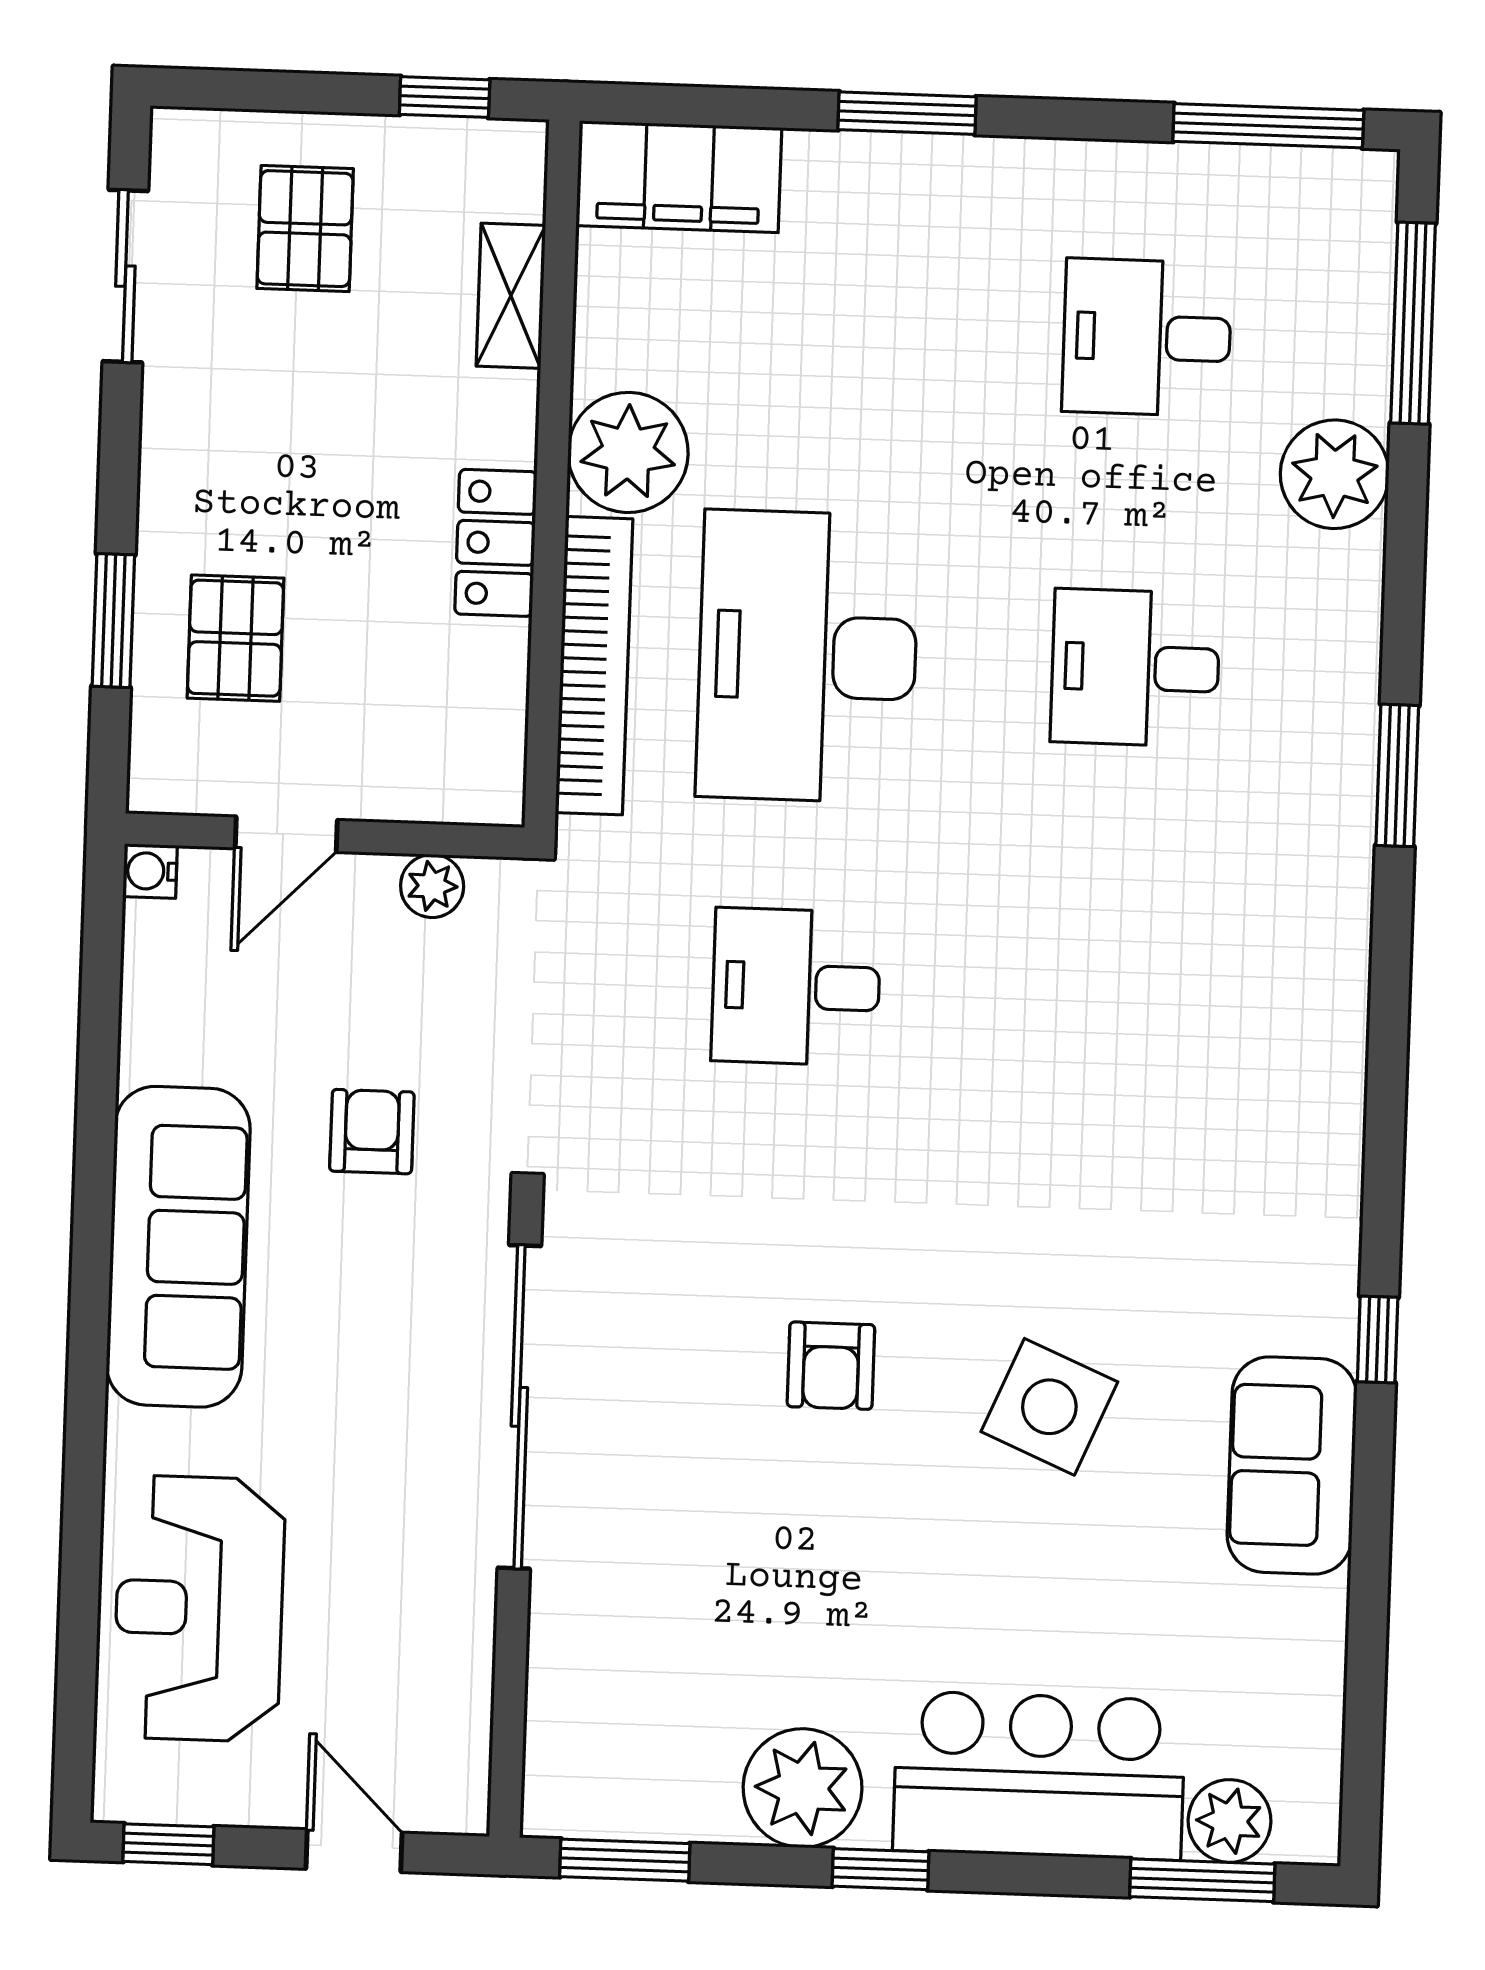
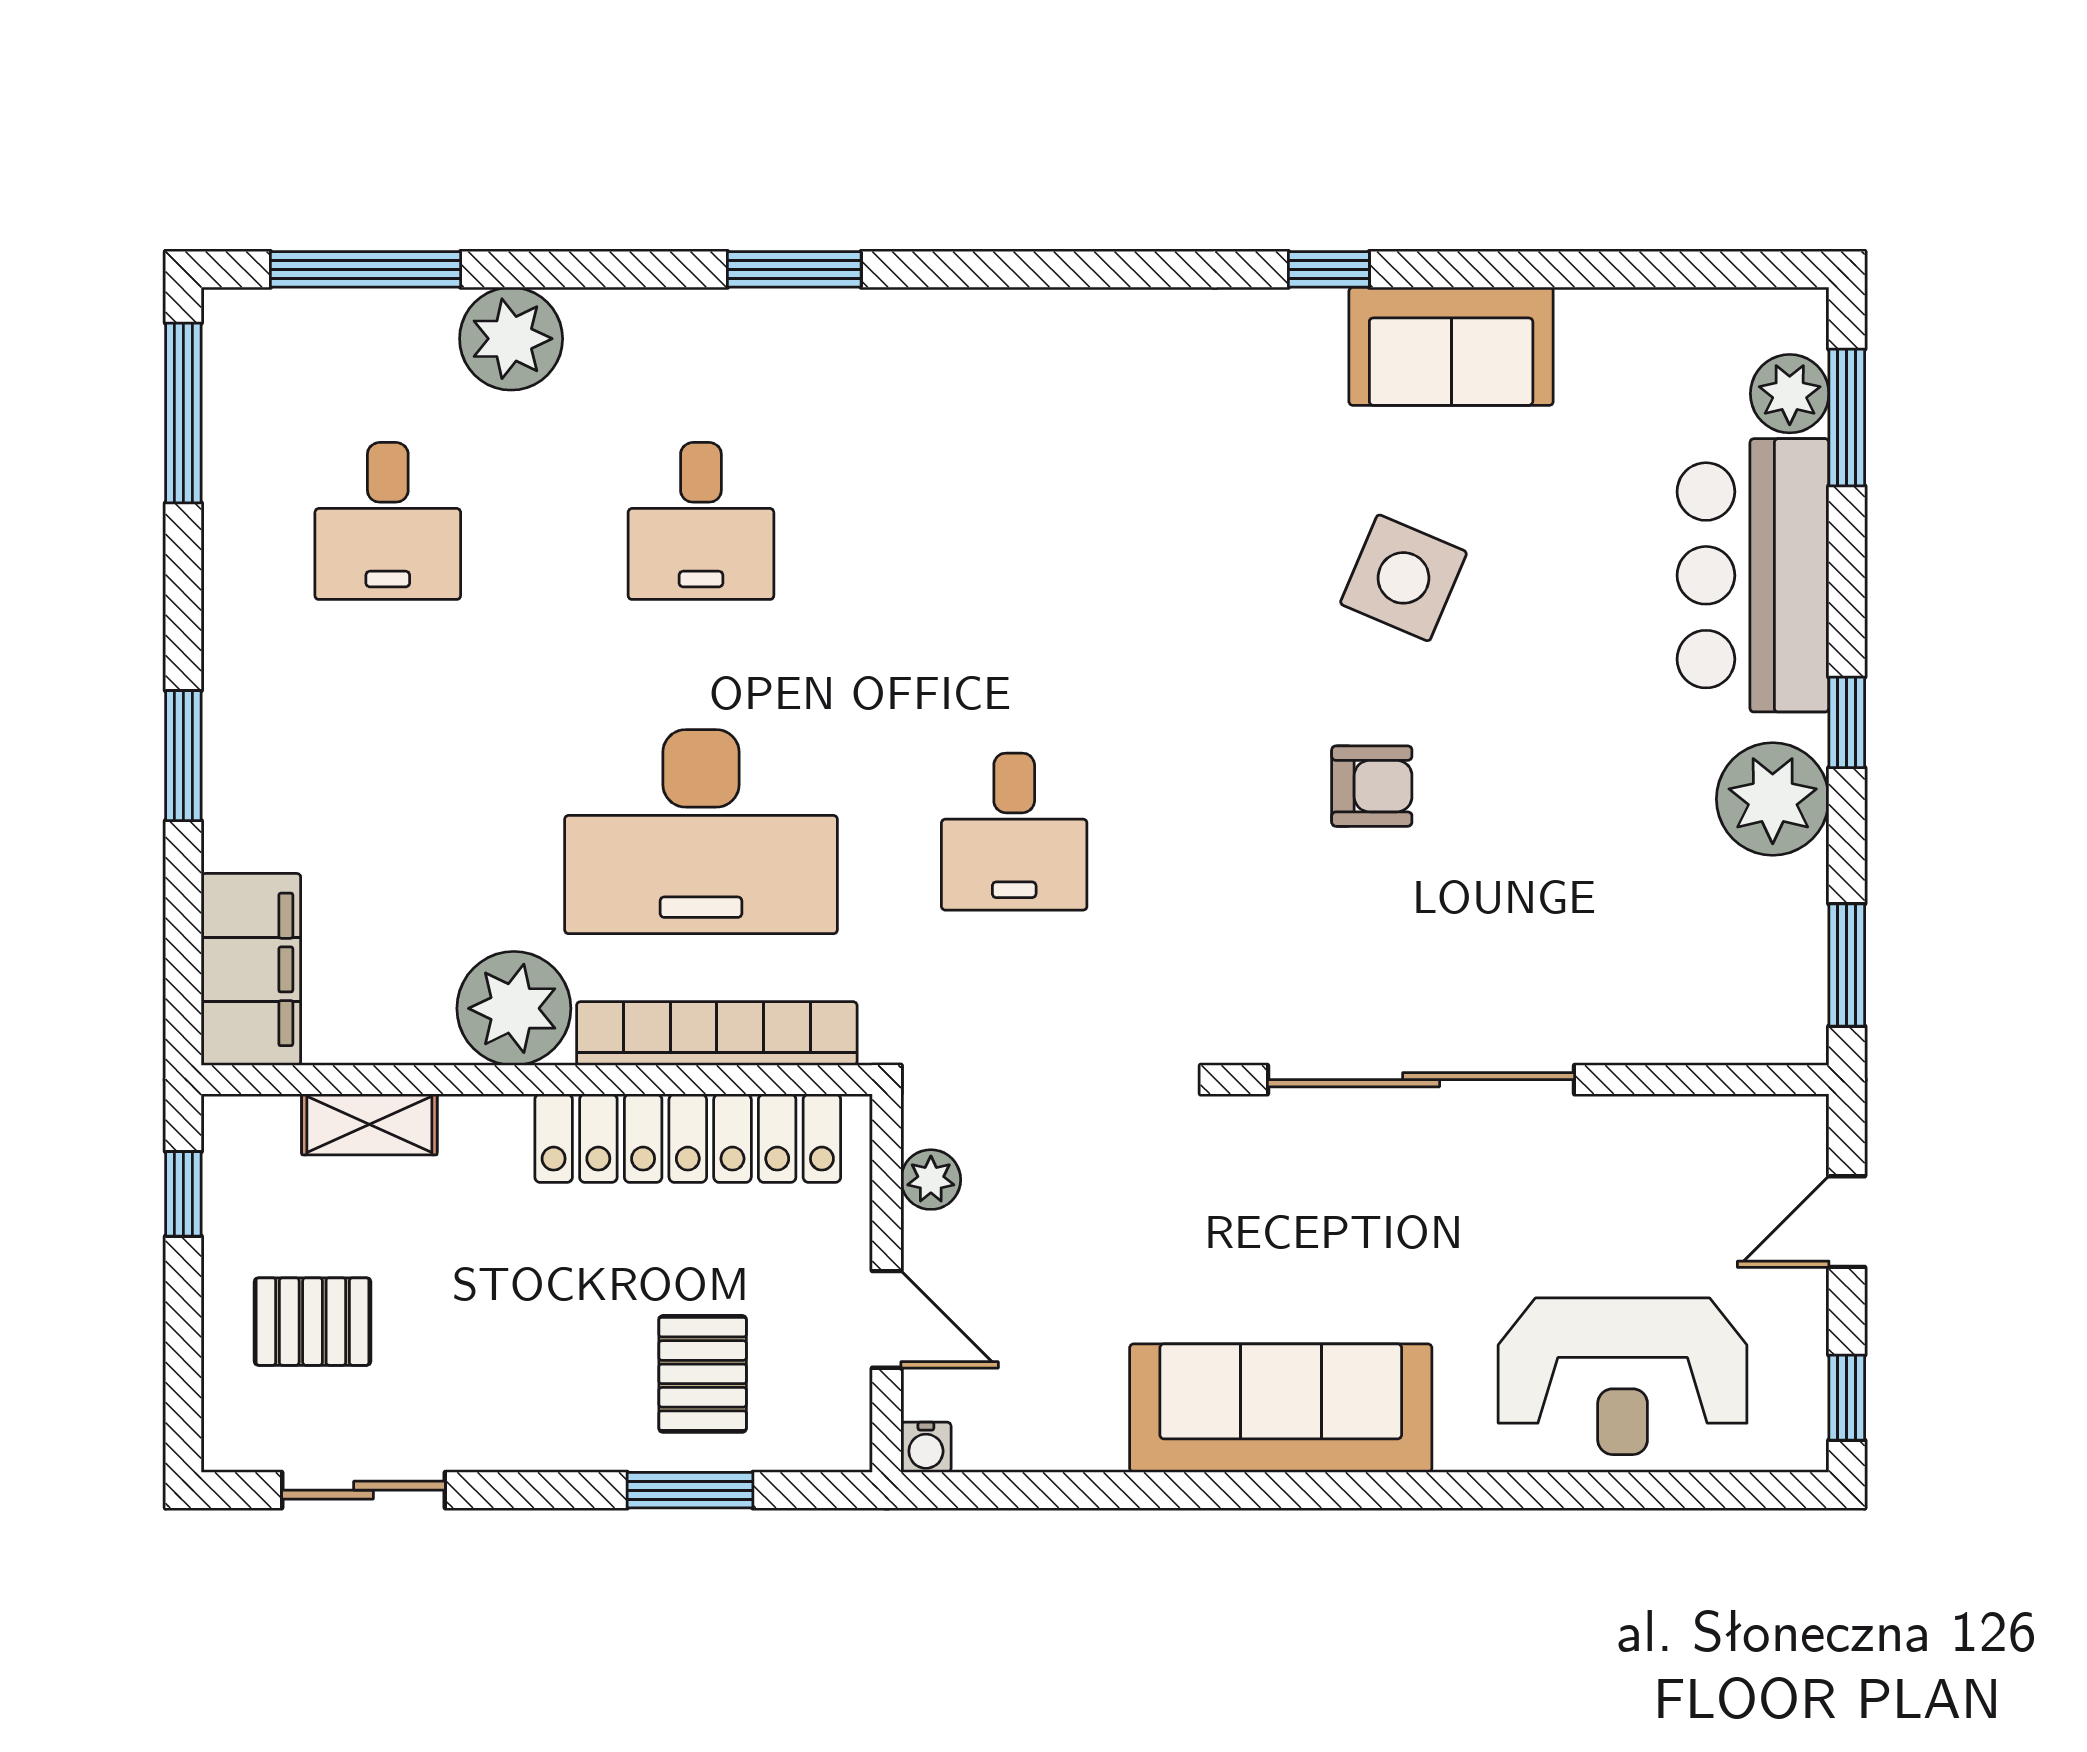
locker: (496, 543) -> (688, 1138), width x2.16, depth x1.21
pallet: (236, 638) -> (703, 1374), turned 90
armchair: (372, 1132) -> (1165, 1228), removed

